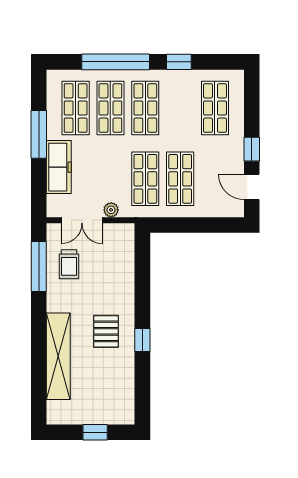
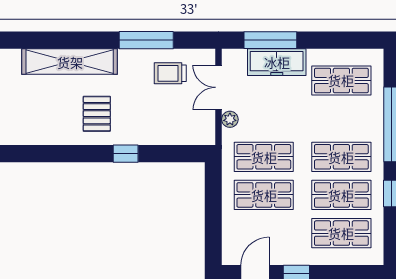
shop shelf: (110, 108) -> (341, 195), moved
window: (39, 134) -> (270, 40), moved
window: (39, 266) -> (146, 40), moved
pallet: (106, 331) -> (97, 114), turned 90
window: (142, 340) -> (126, 154), moved

